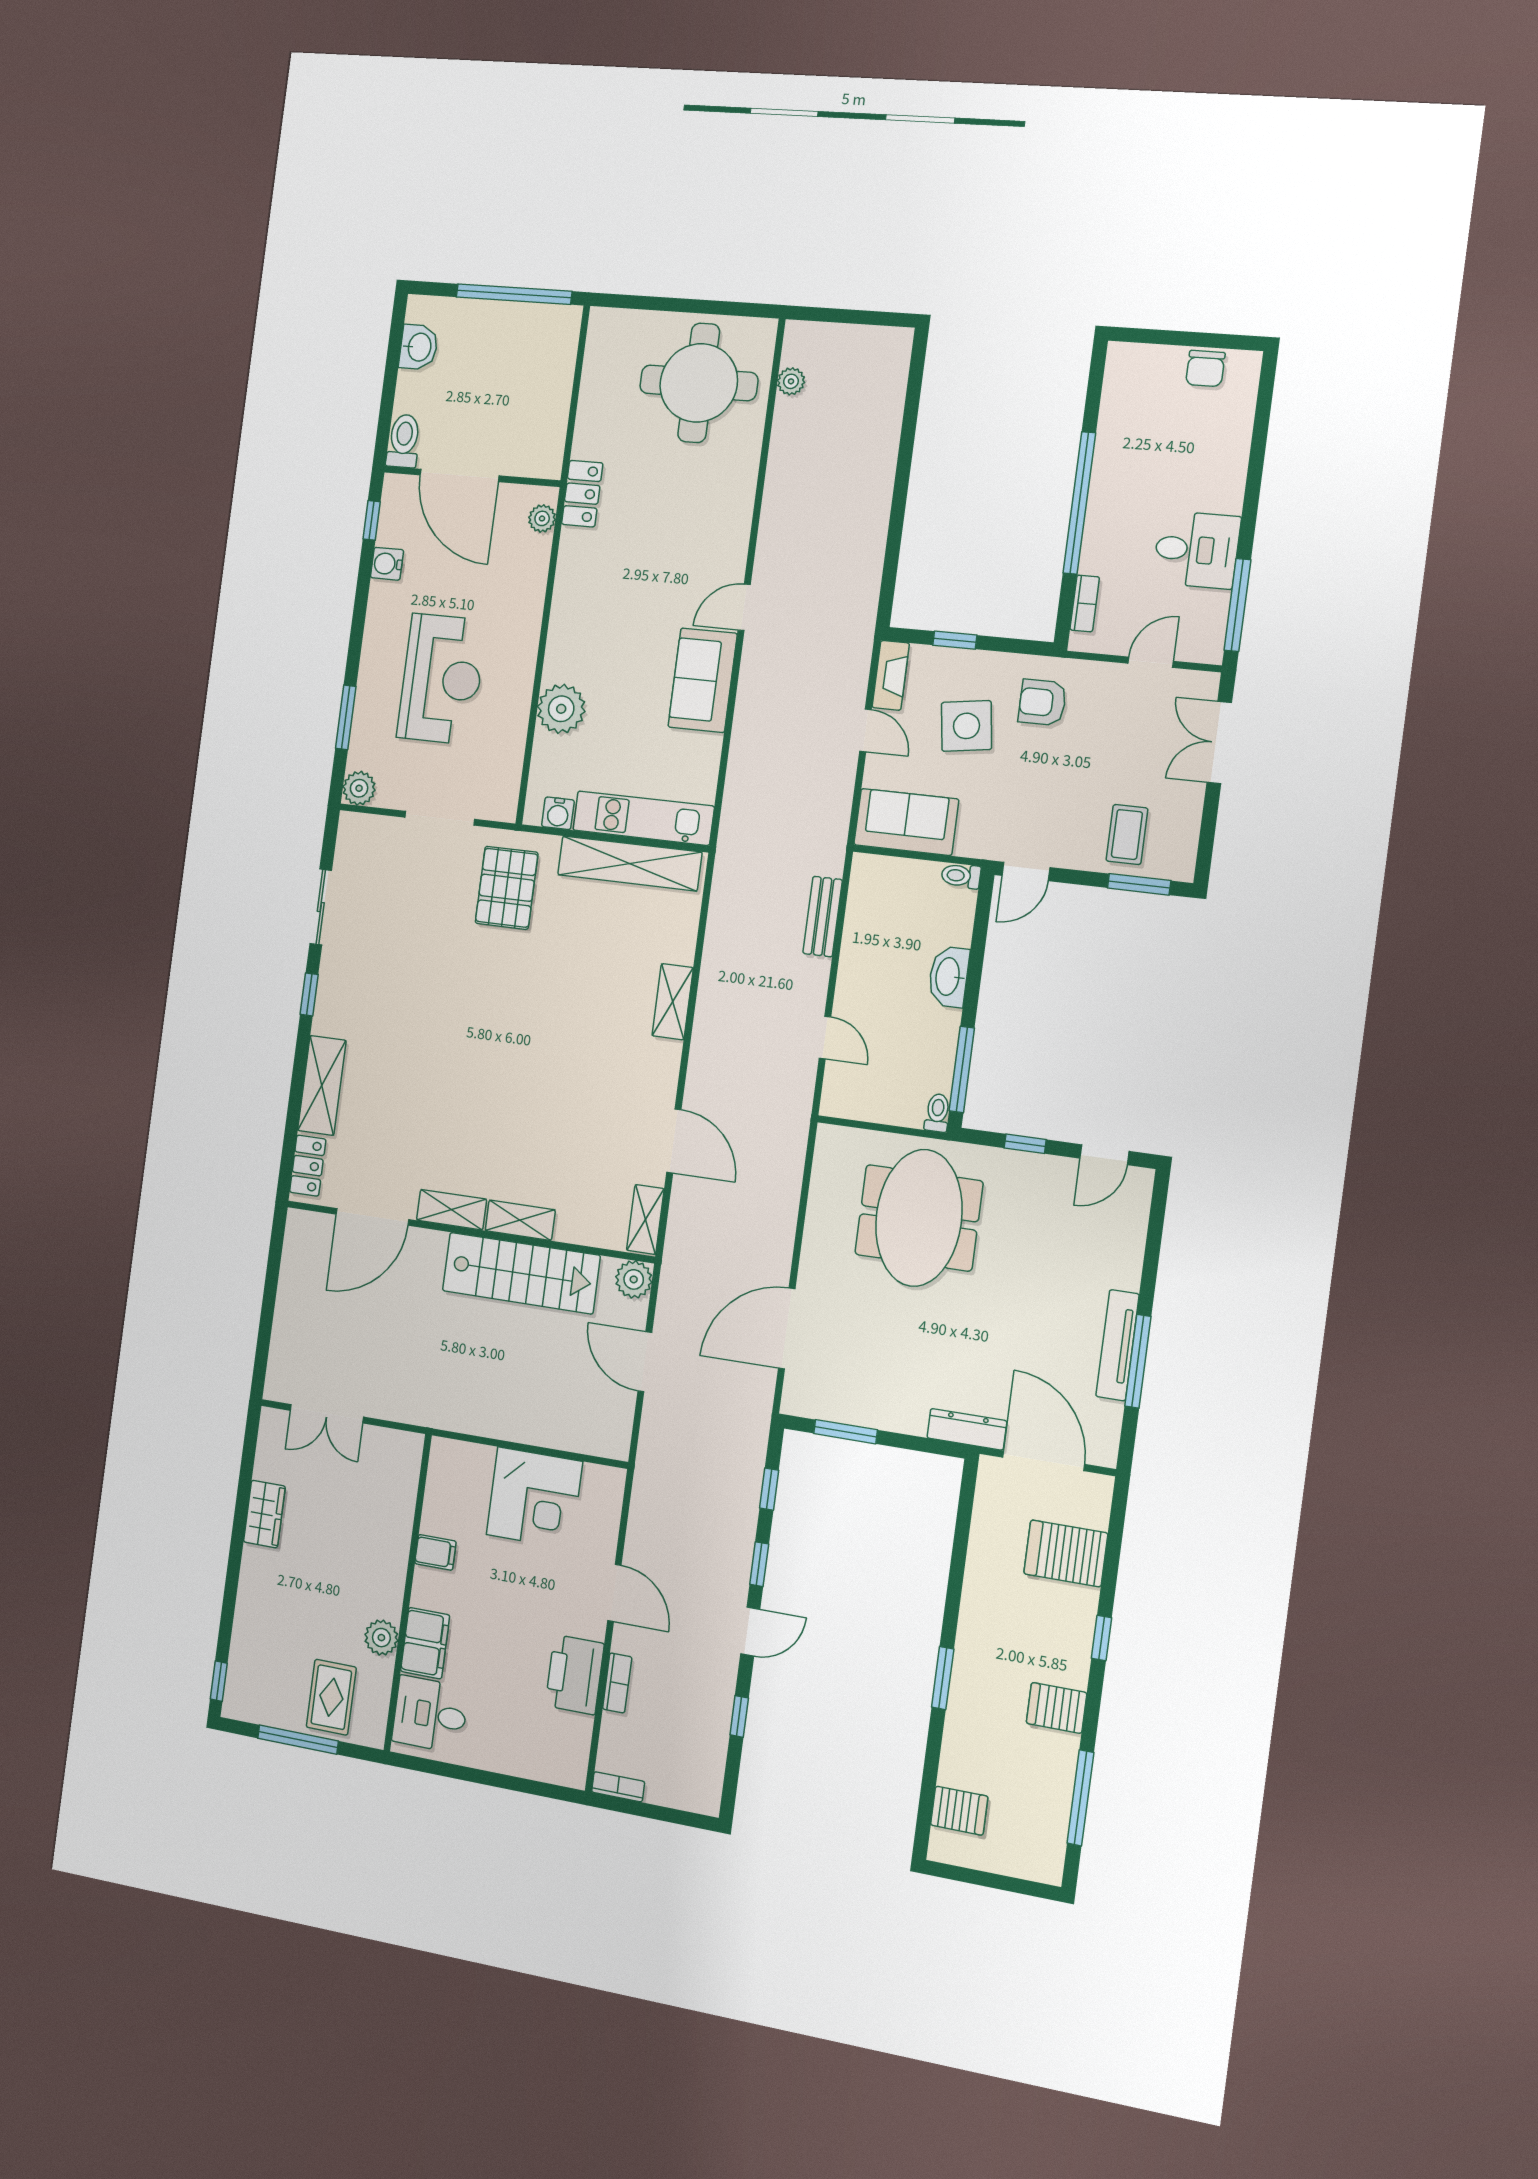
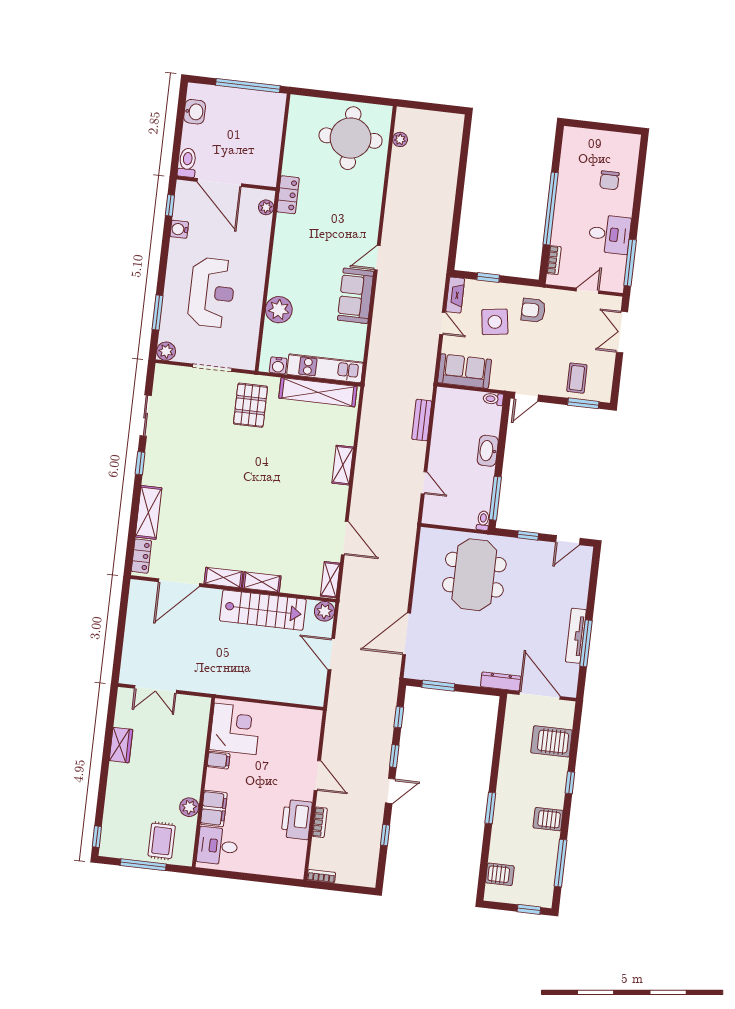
chair: (1205, 369) -> (609, 180), moved
corner desk: (534, 1498) -> (235, 729), moved, turned -90
window: (1016, 1885) -> (529, 909), added

